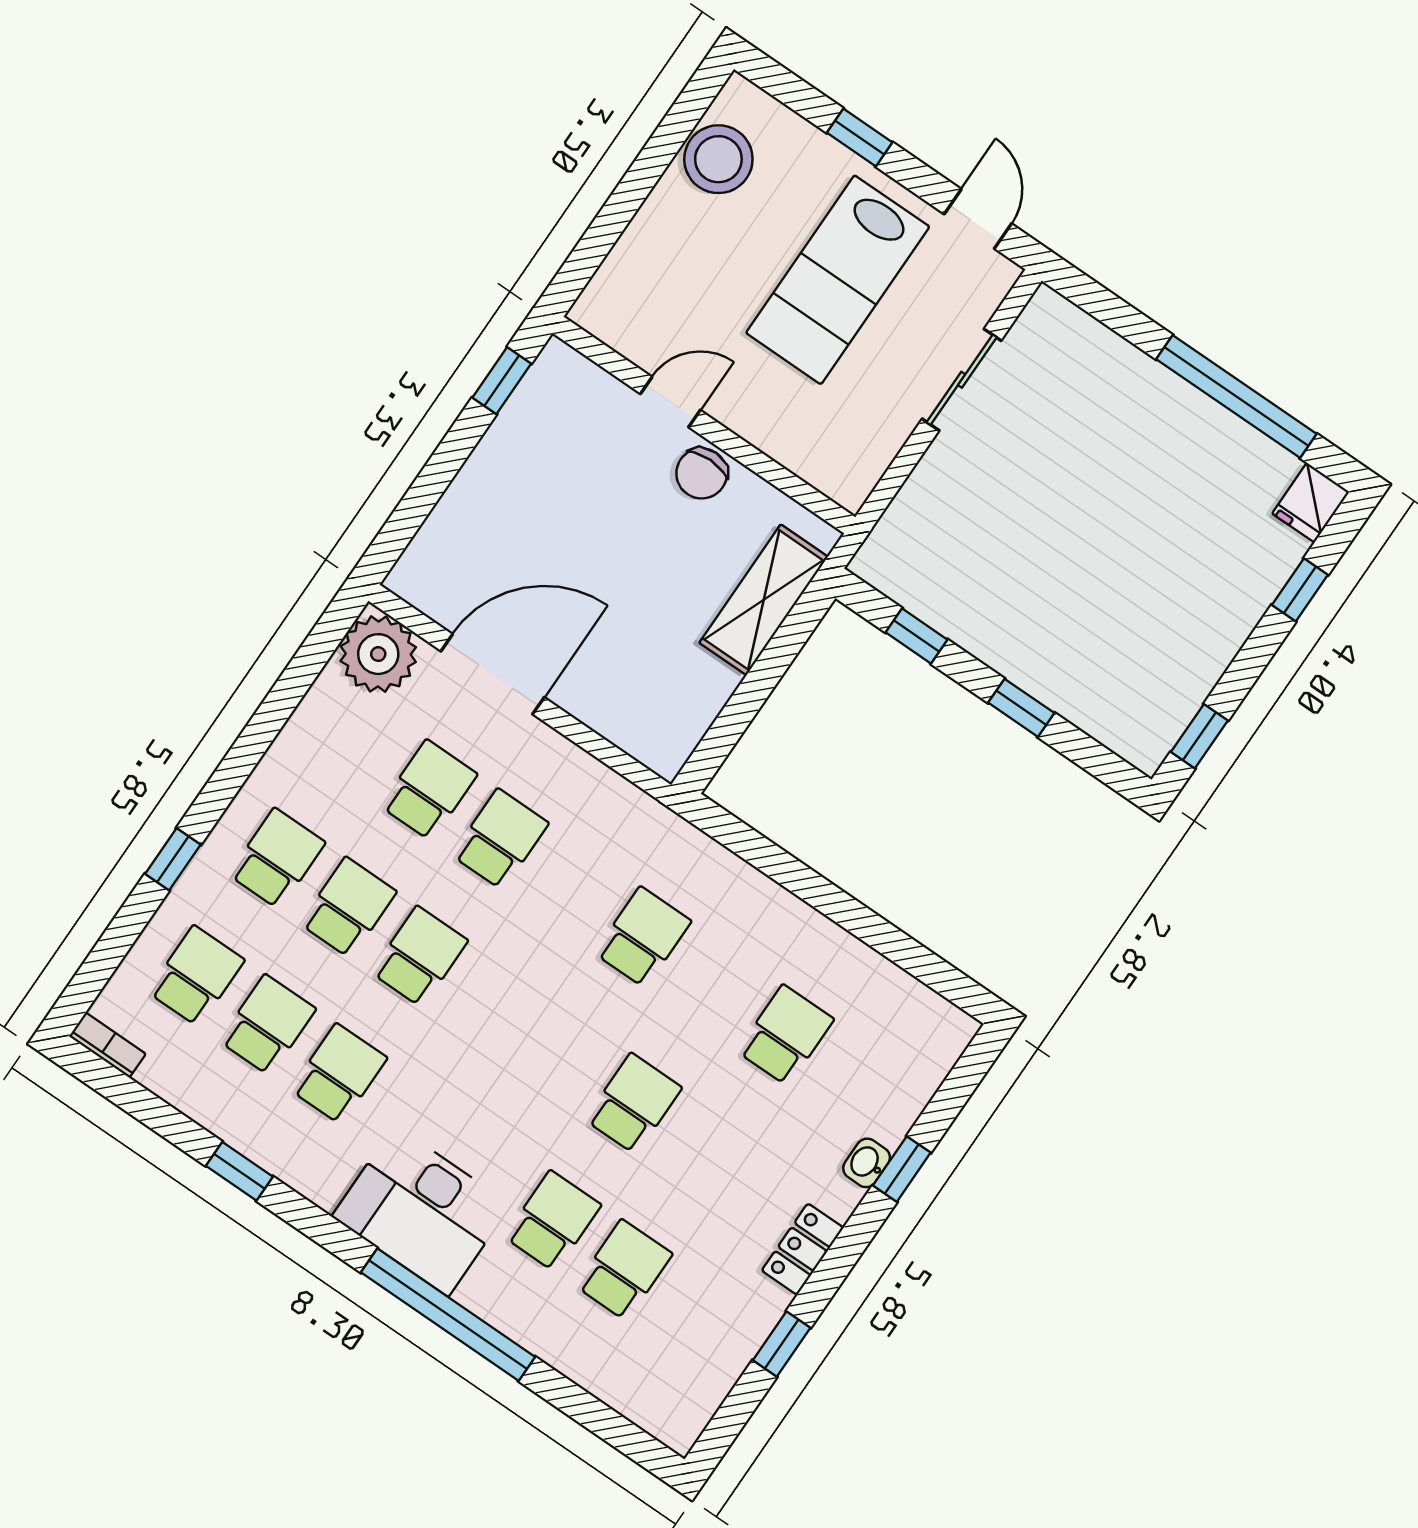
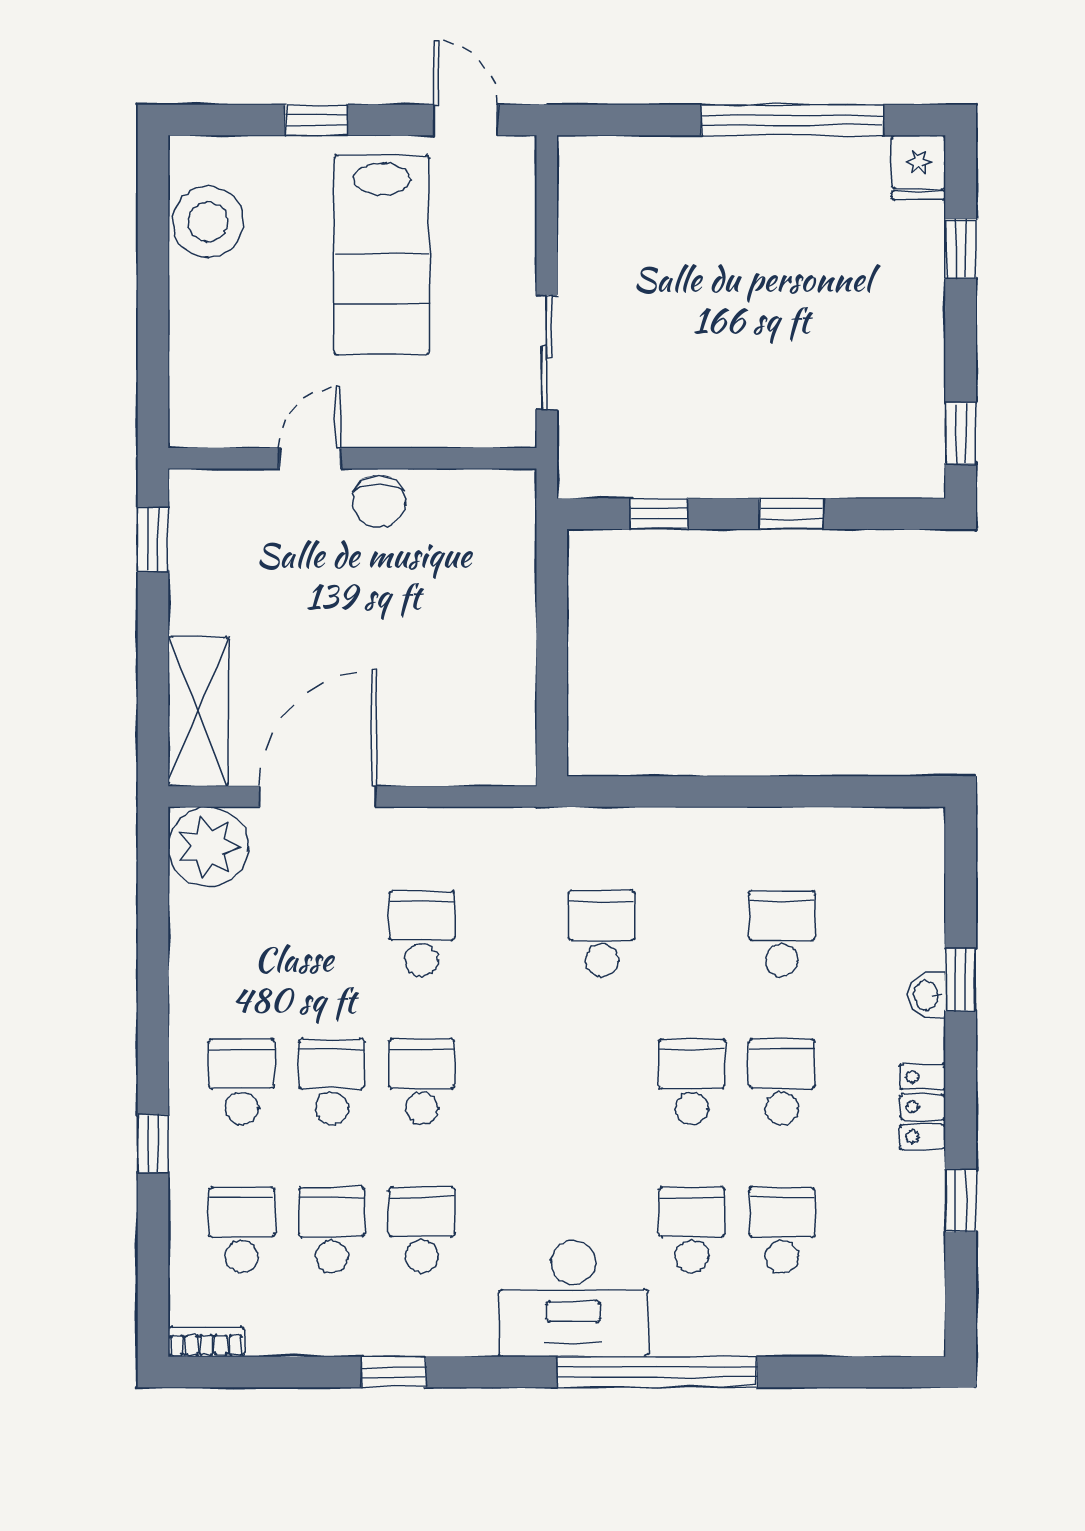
sliding door: (962, 380) -> (547, 352), moved
shelving: (764, 600) -> (198, 712), moved
school desk: (429, 790) -> (782, 1082), moved

